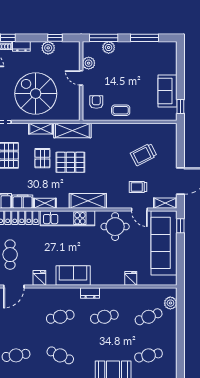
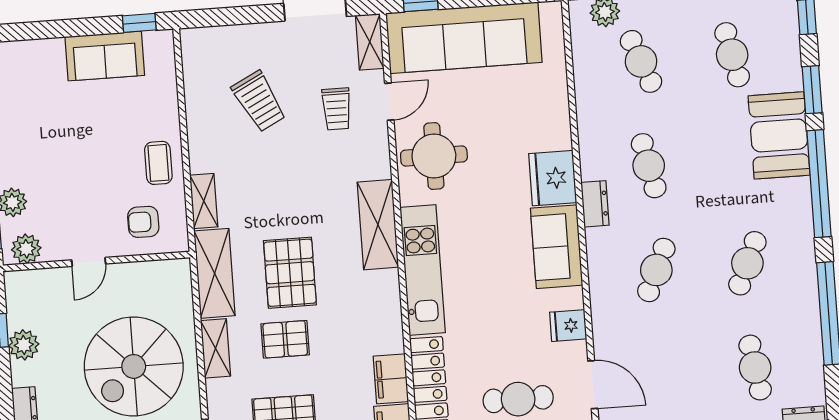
plant: (89, 63) -> (26, 249), moved
shelving: (45, 203) -> (204, 201), moved
fridge: (131, 278) -> (553, 178), moved, width x1.88, depth x1.34
cafe table: (60, 317) -> (656, 270), turned 36

